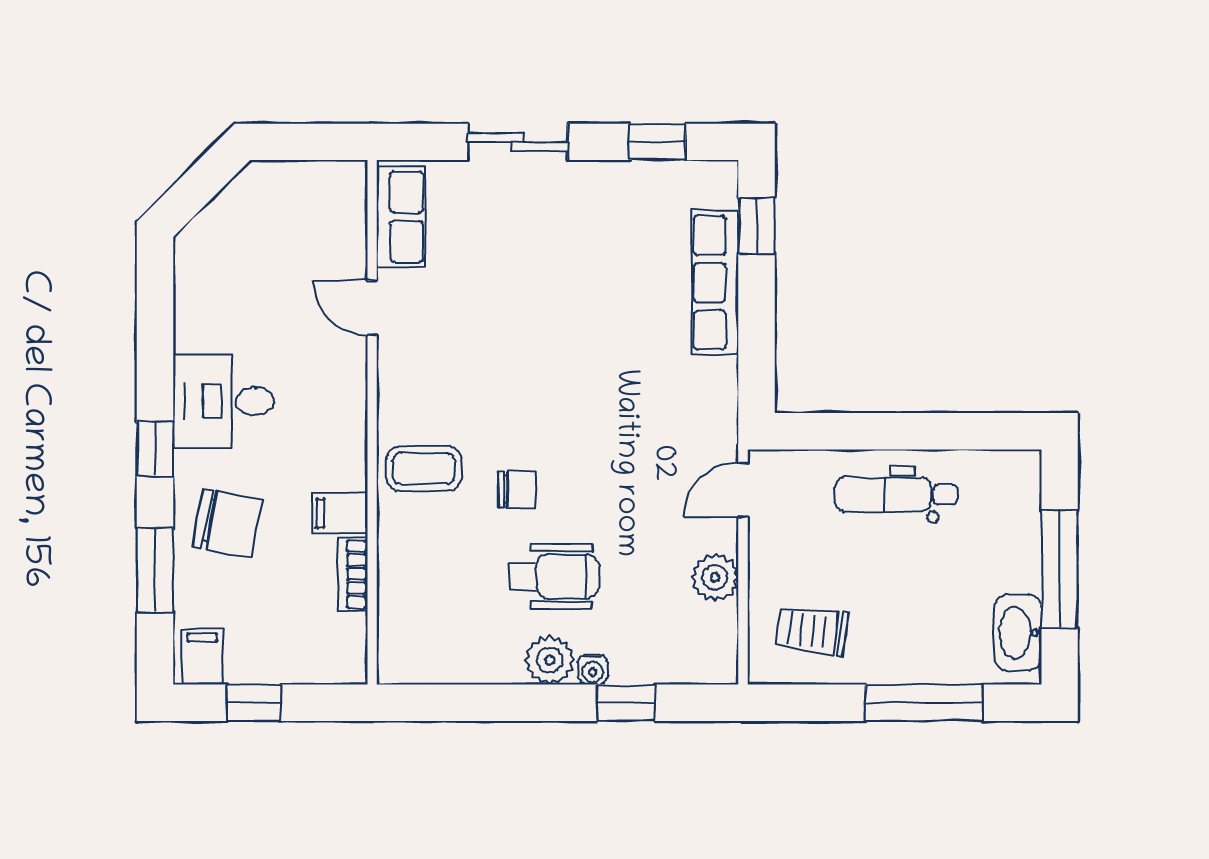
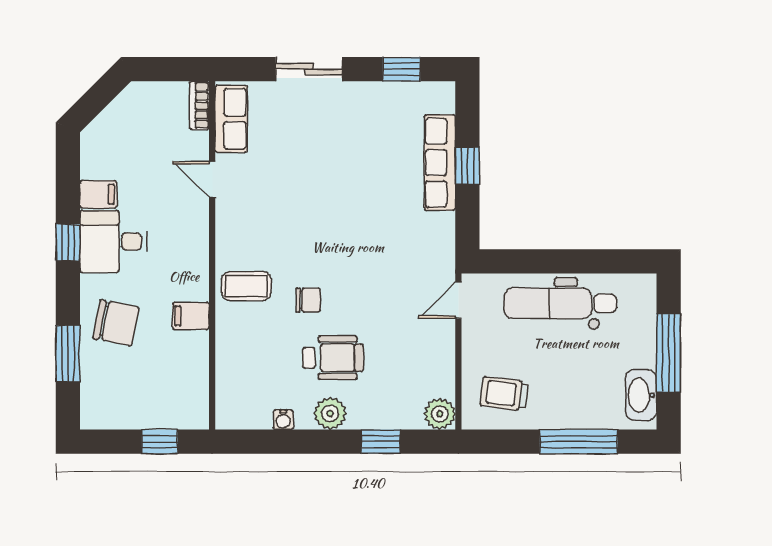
window: (757, 226) -> (467, 166), moved
window: (155, 449) -> (68, 243), moved
dental chair: (896, 494) -> (560, 303), width x1.36, depth x1.38
bookcase: (353, 574) -> (199, 105), moved
plant: (715, 577) -> (440, 414), moved
filing cabinet: (202, 657) -> (98, 194), moved, turned 90
water cooler: (593, 670) -> (283, 420), moved
window: (254, 703) -> (160, 442), moved

